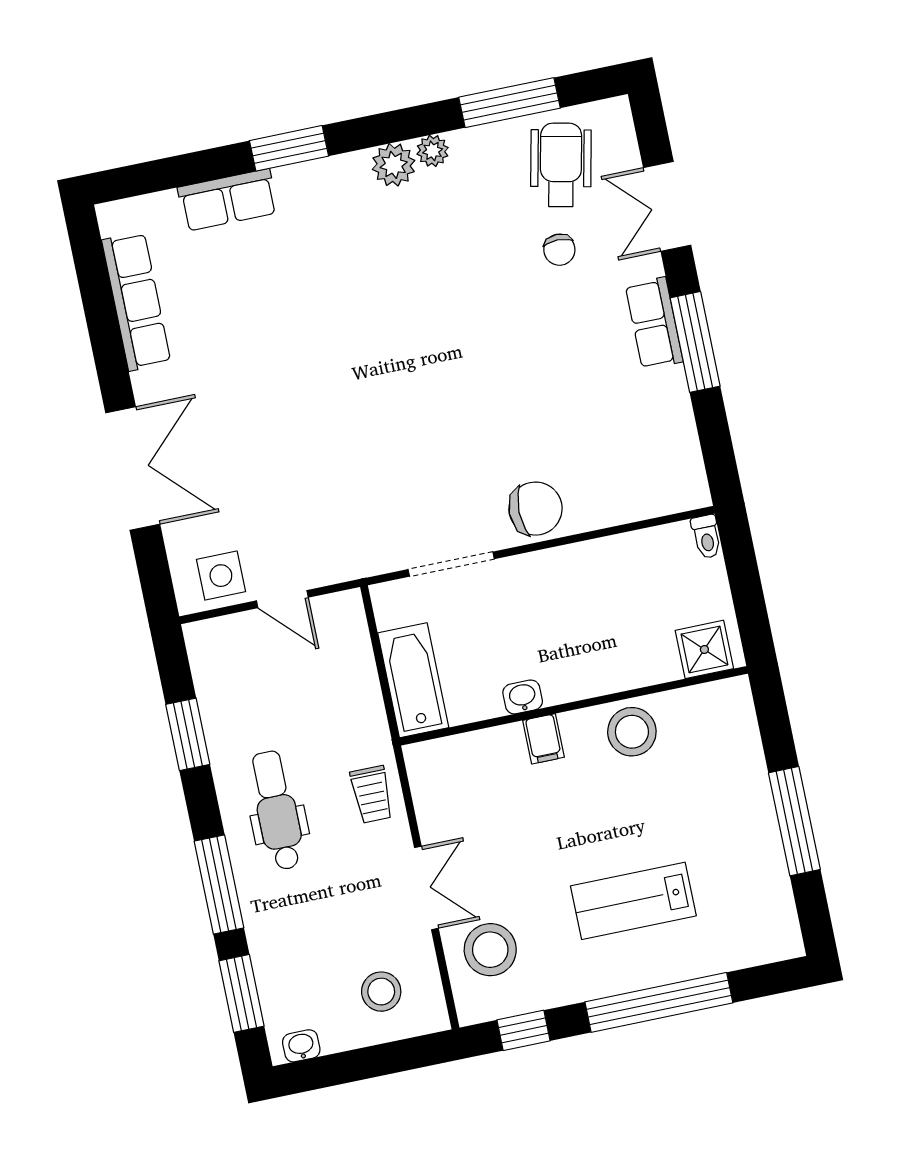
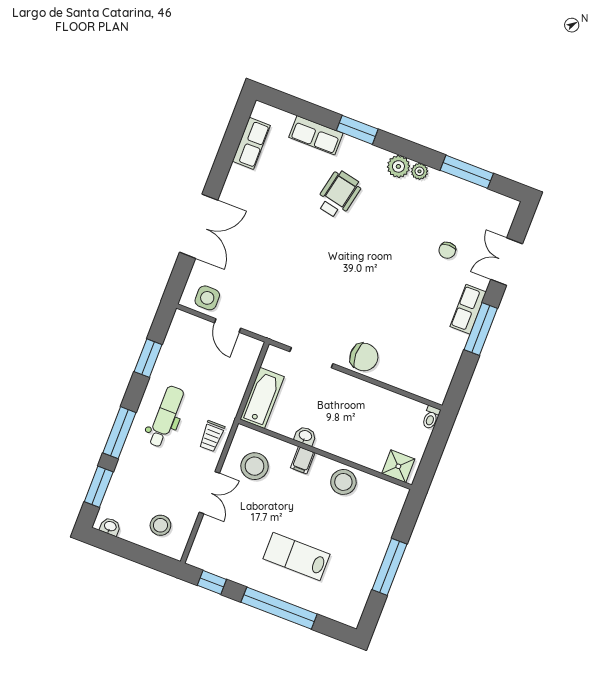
wheelchair: (561, 165) -> (339, 194), moved
row of seats: (136, 301) -> (251, 143), width x0.68
stool: (490, 950) -> (255, 466), moved

